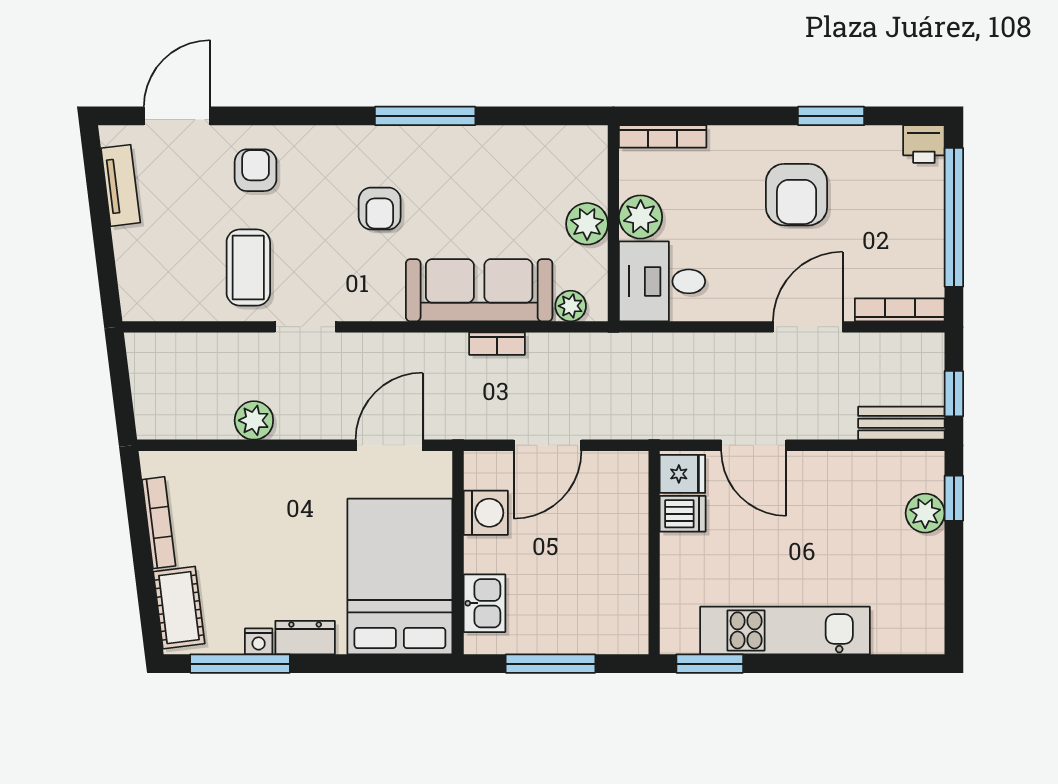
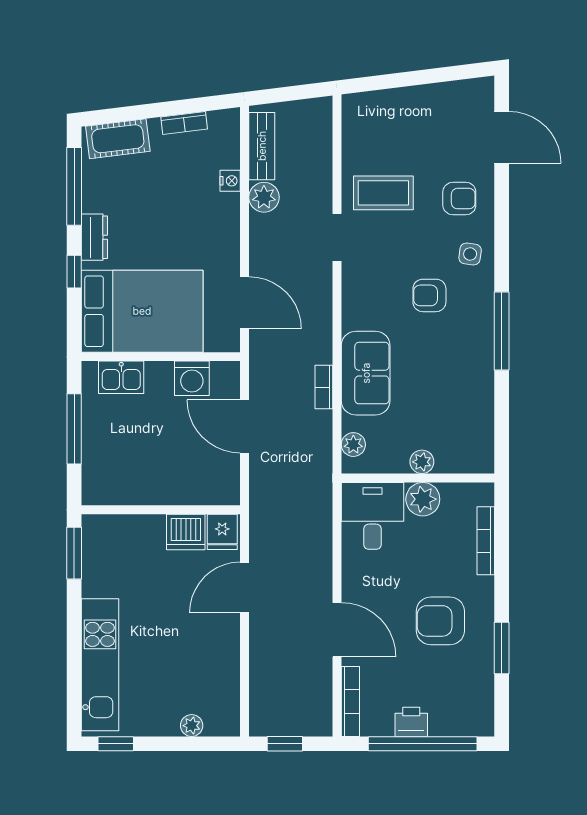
bookcase: (663, 136) -> (486, 541), moved
printer: (924, 144) -> (411, 722), moved, turned 90
side table: (327, 156) -> (470, 254), added
tv unit: (121, 185) -> (447, 93), removed
plant: (587, 224) -> (422, 462), width x0.73, depth x0.73
sofa: (479, 290) -> (366, 373), width x0.73
bench: (901, 423) -> (262, 146), moved
window: (954, 498) -> (116, 744), moved
plant: (925, 513) -> (192, 726), width x0.73, depth x0.73
dishwasher: (683, 514) -> (186, 532), width x1.38
bookcase: (159, 523) -> (184, 123), width x0.64
kitchen unit: (785, 630) -> (100, 665), moved
nightstand: (259, 641) -> (230, 181), moved, turned 180
window: (349, 664) -> (74, 272), added

